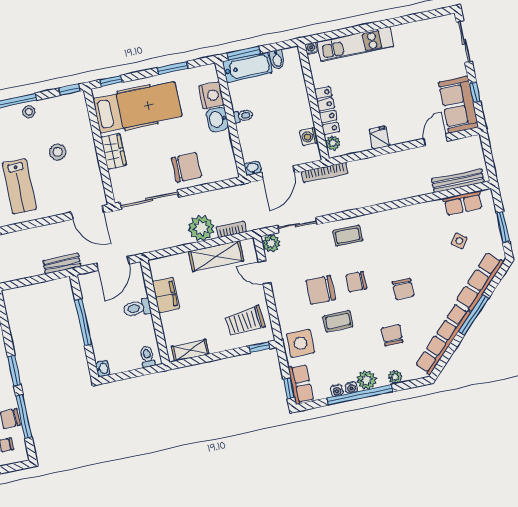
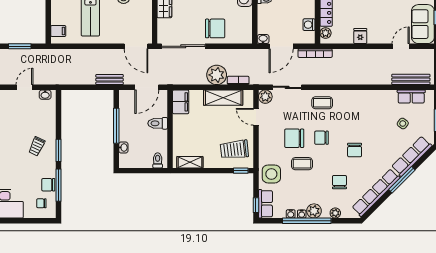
filing cabinet: (166, 295) -> (181, 102), moved
washbasin: (103, 369) -> (123, 147), moved

